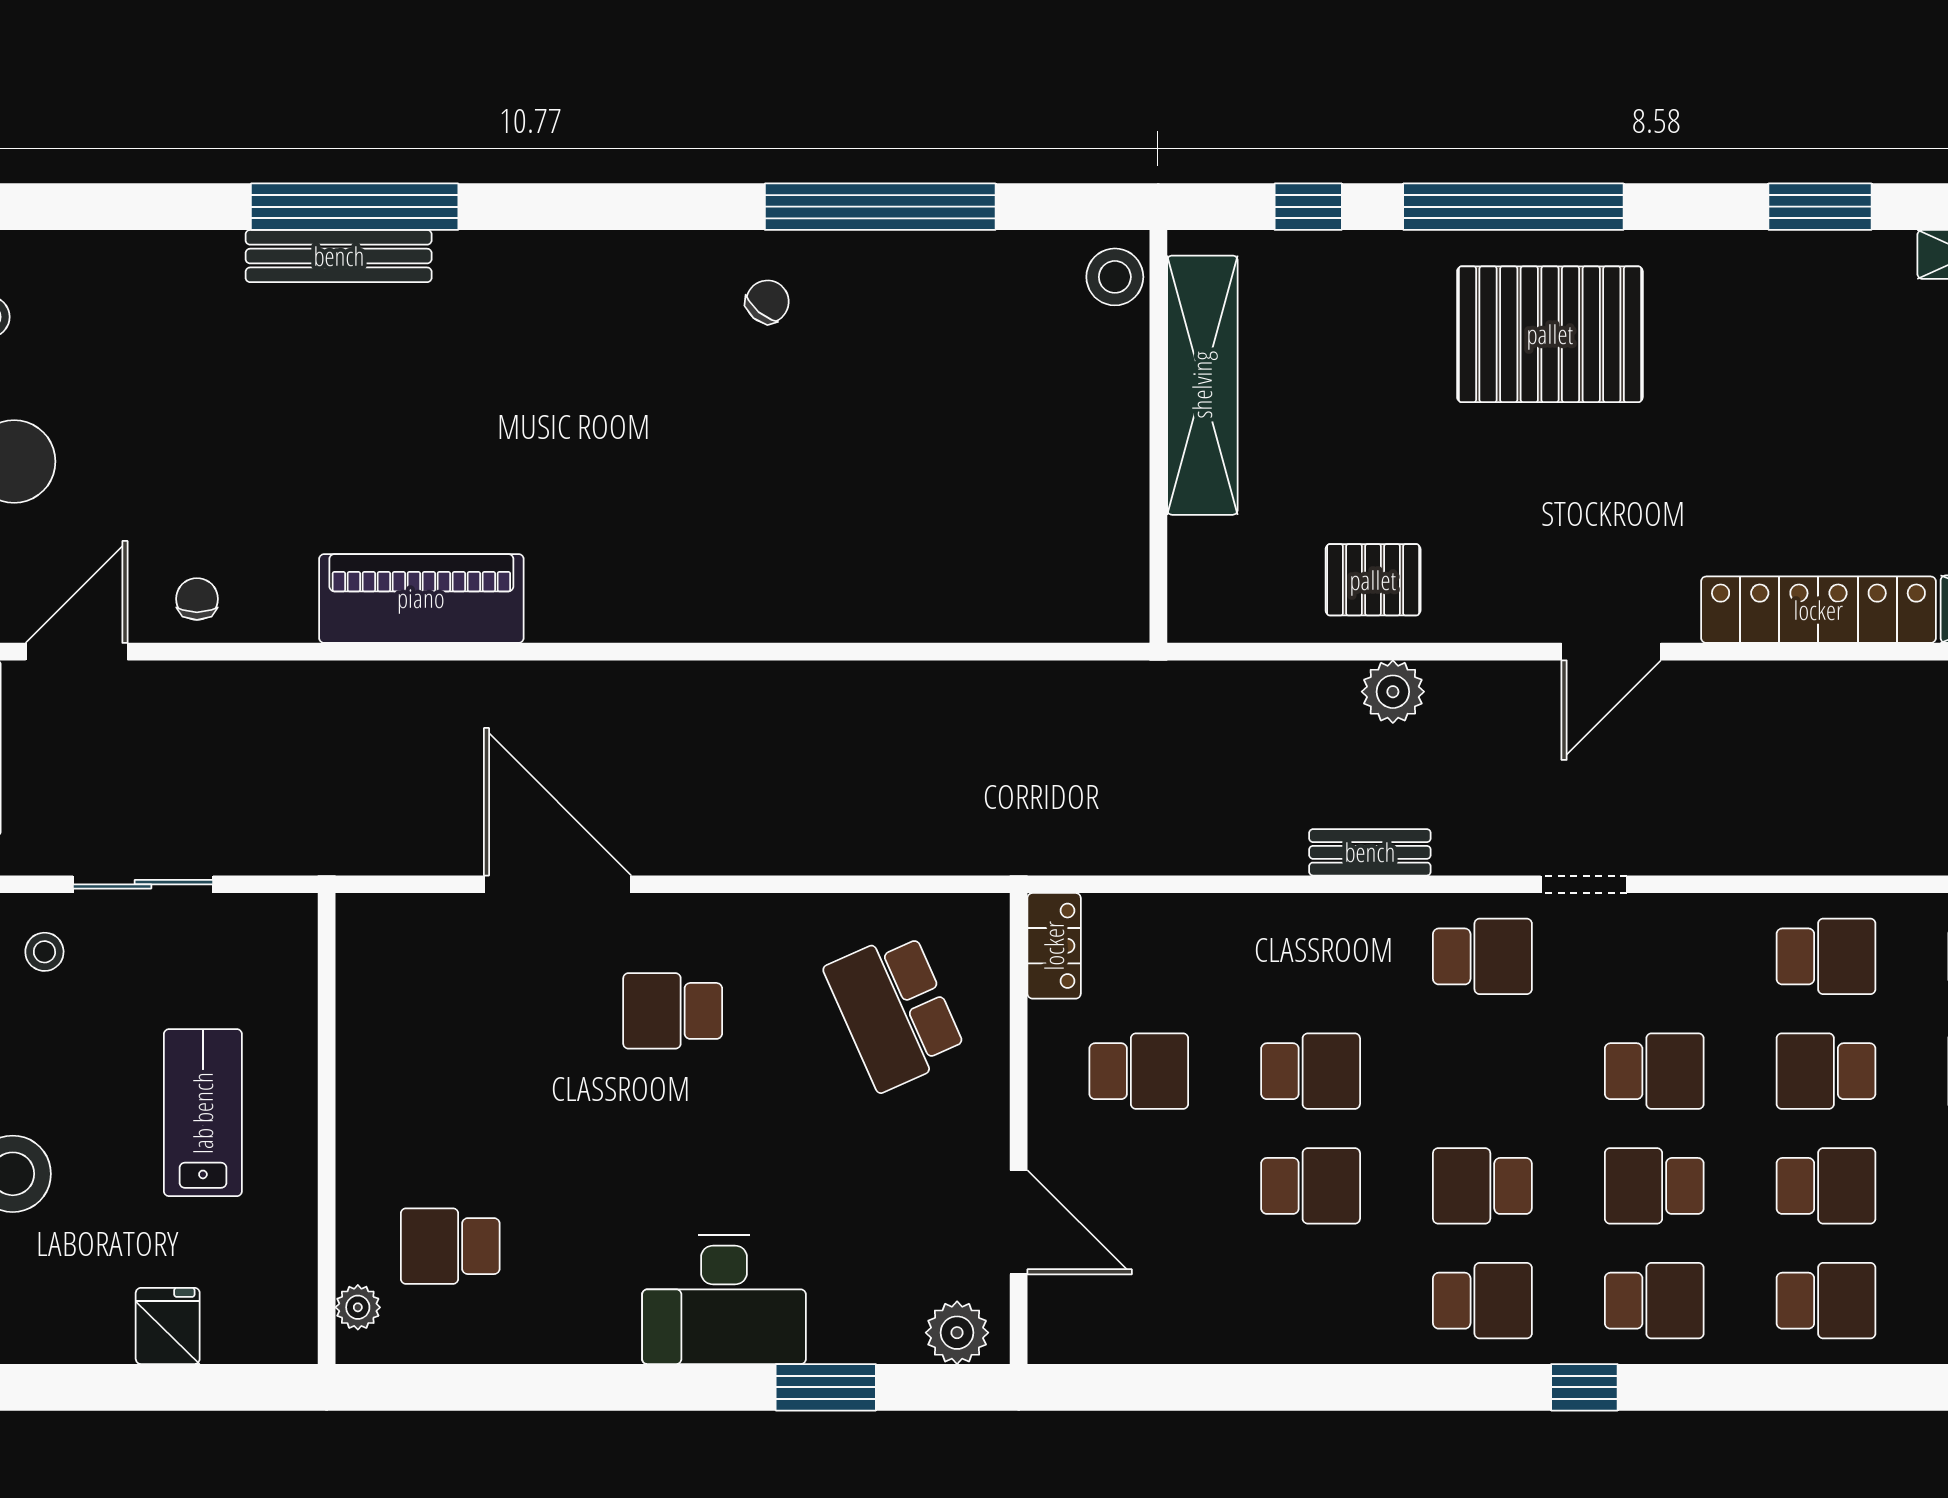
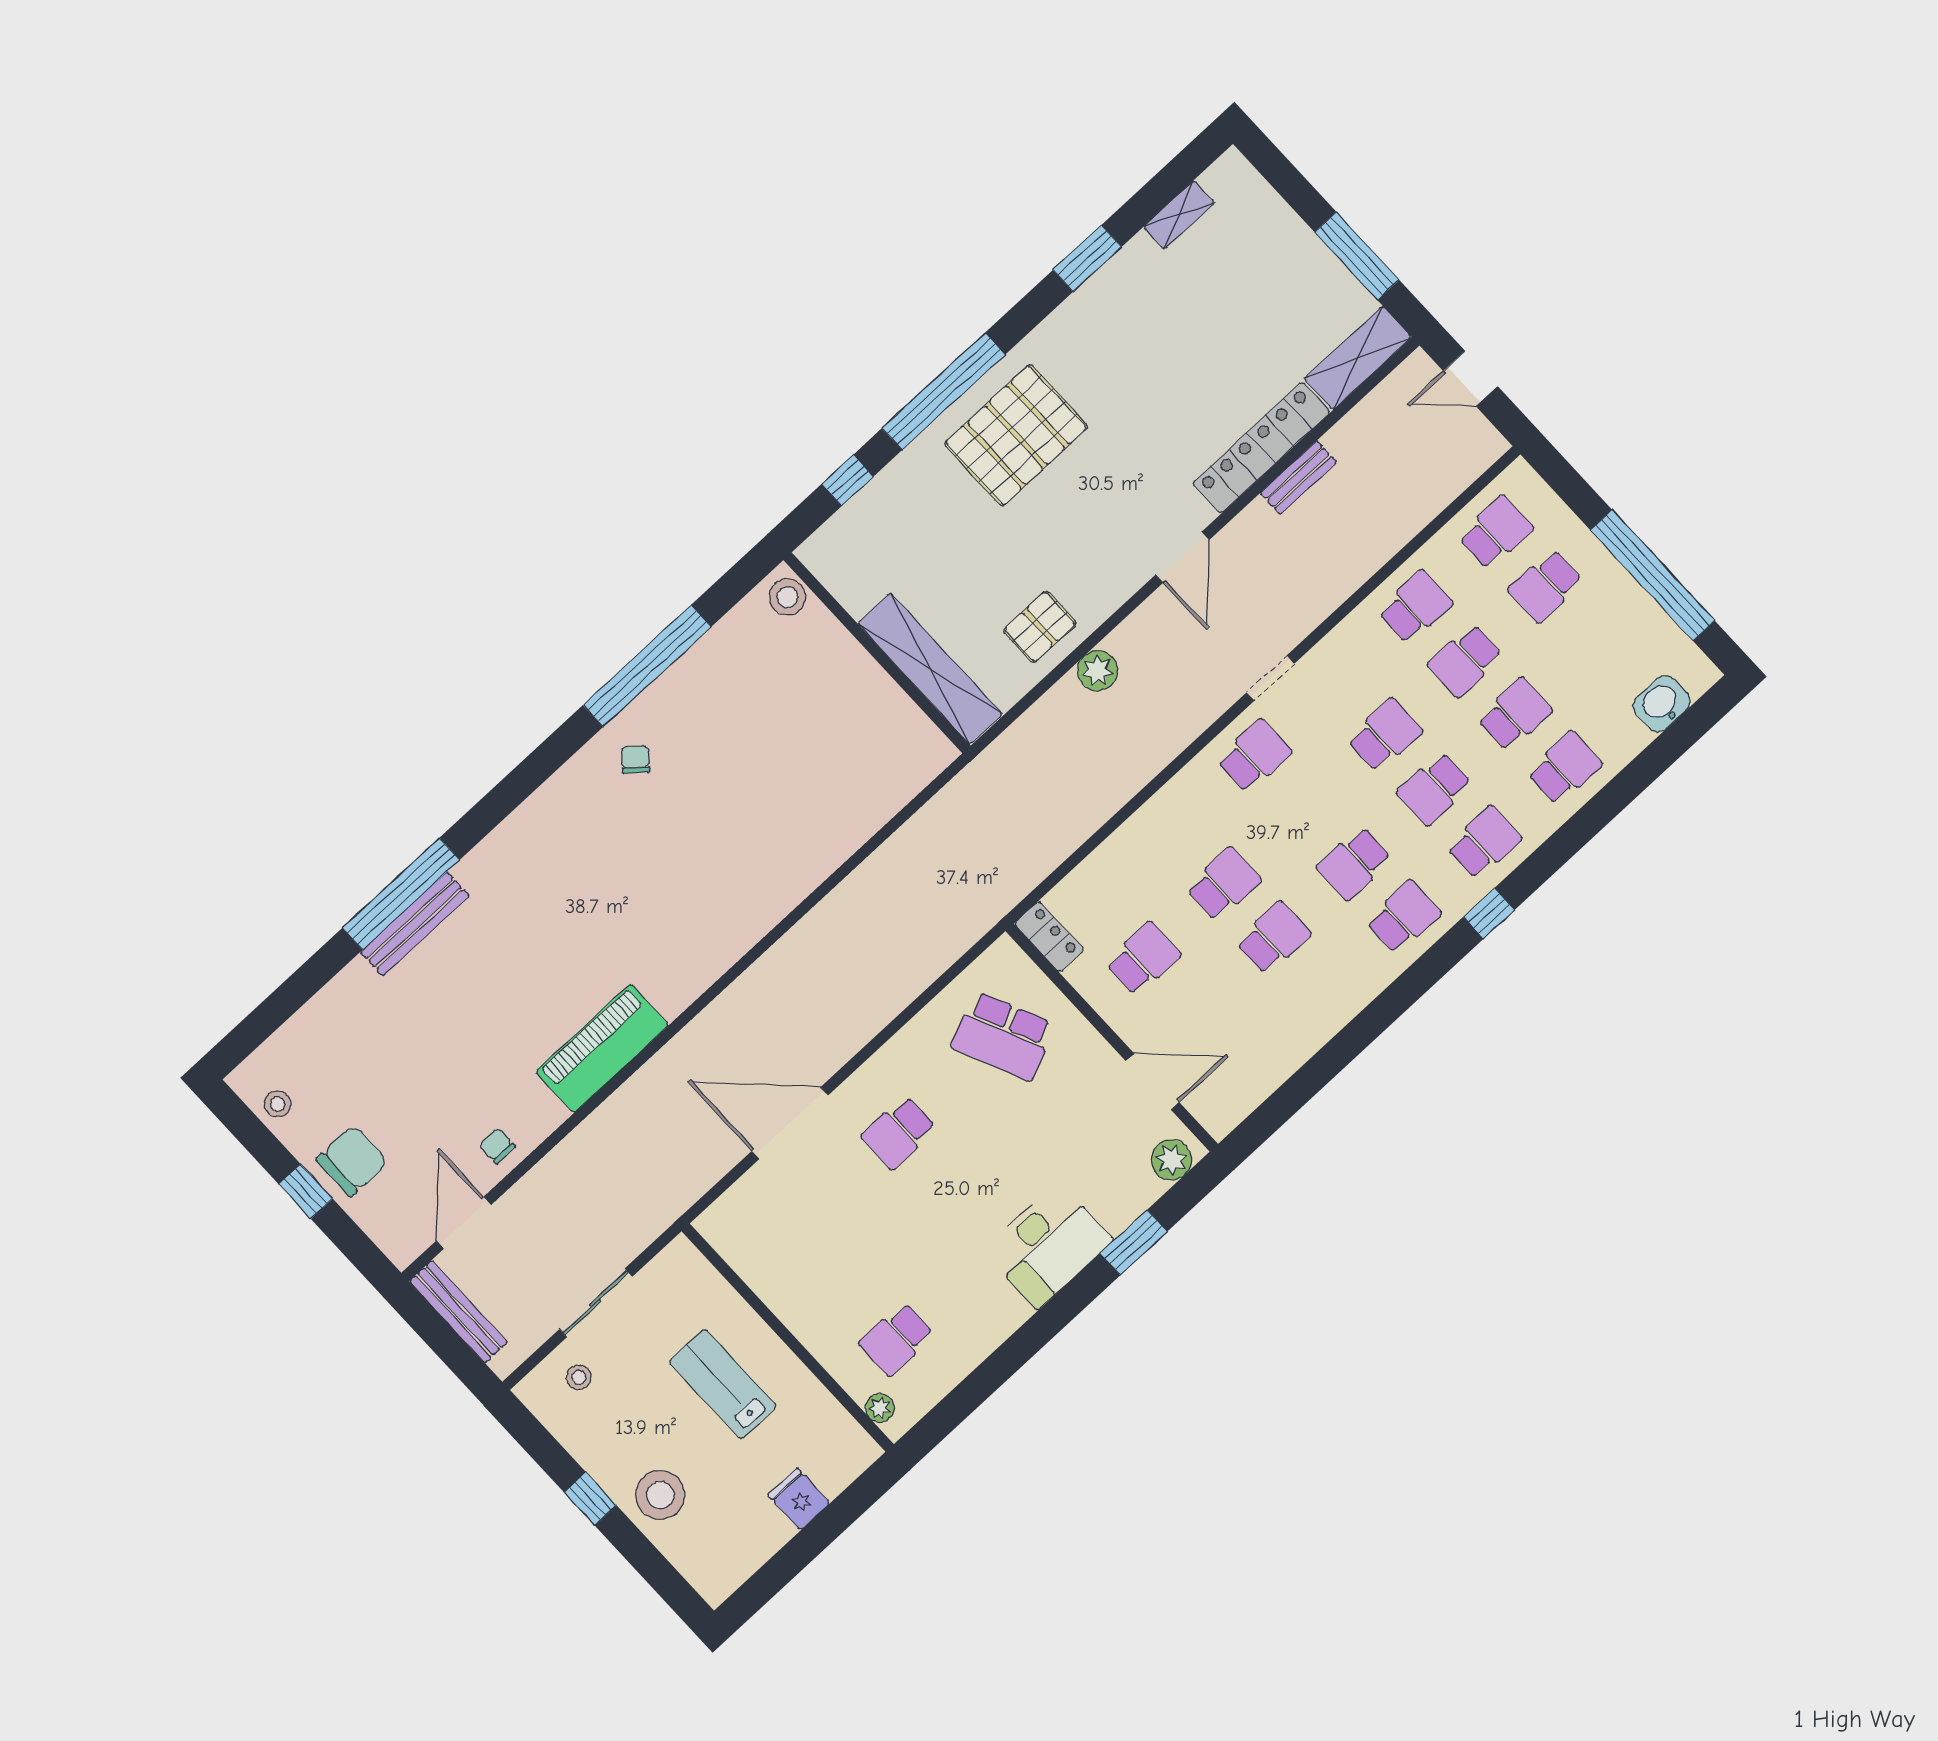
shelving: (1202, 385) -> (930, 669), moved
bench: (1370, 852) -> (1298, 478), moved

